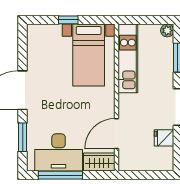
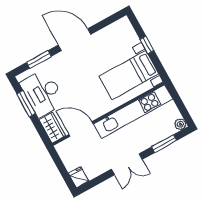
kitchen unit: (128, 58) -> (133, 111), width x1.36
fridge: (164, 138) -> (79, 177), moved
window: (60, 175) -> (26, 104), width x0.69

